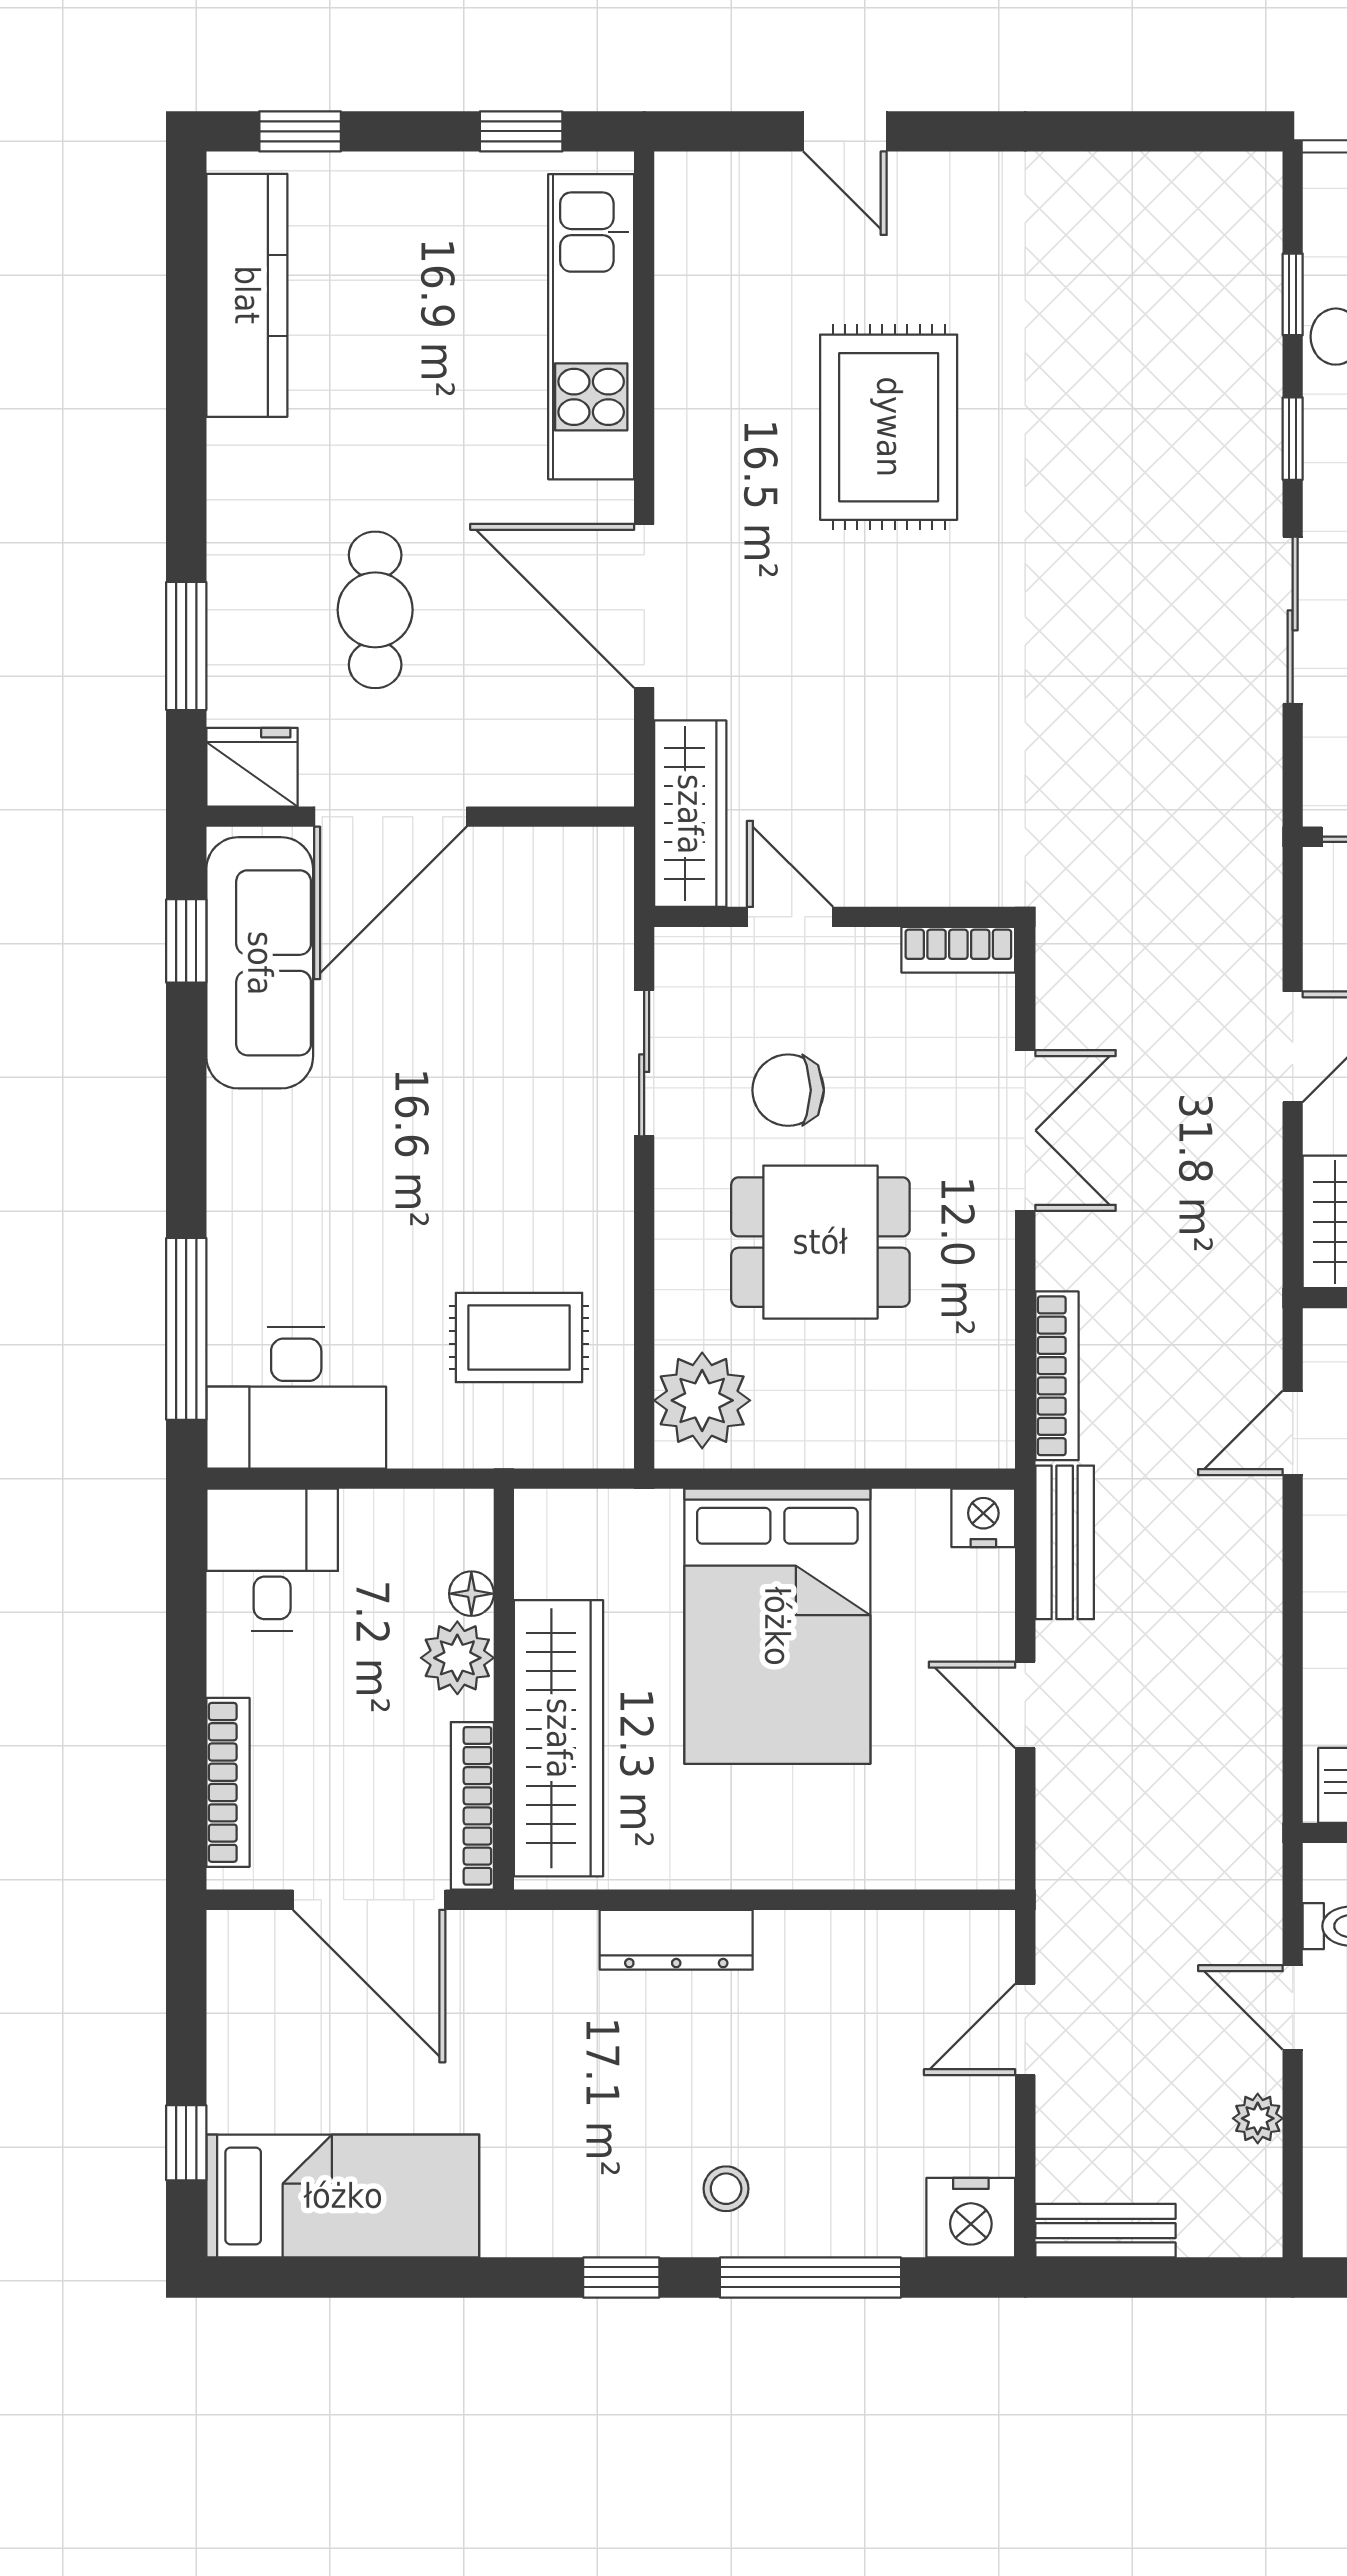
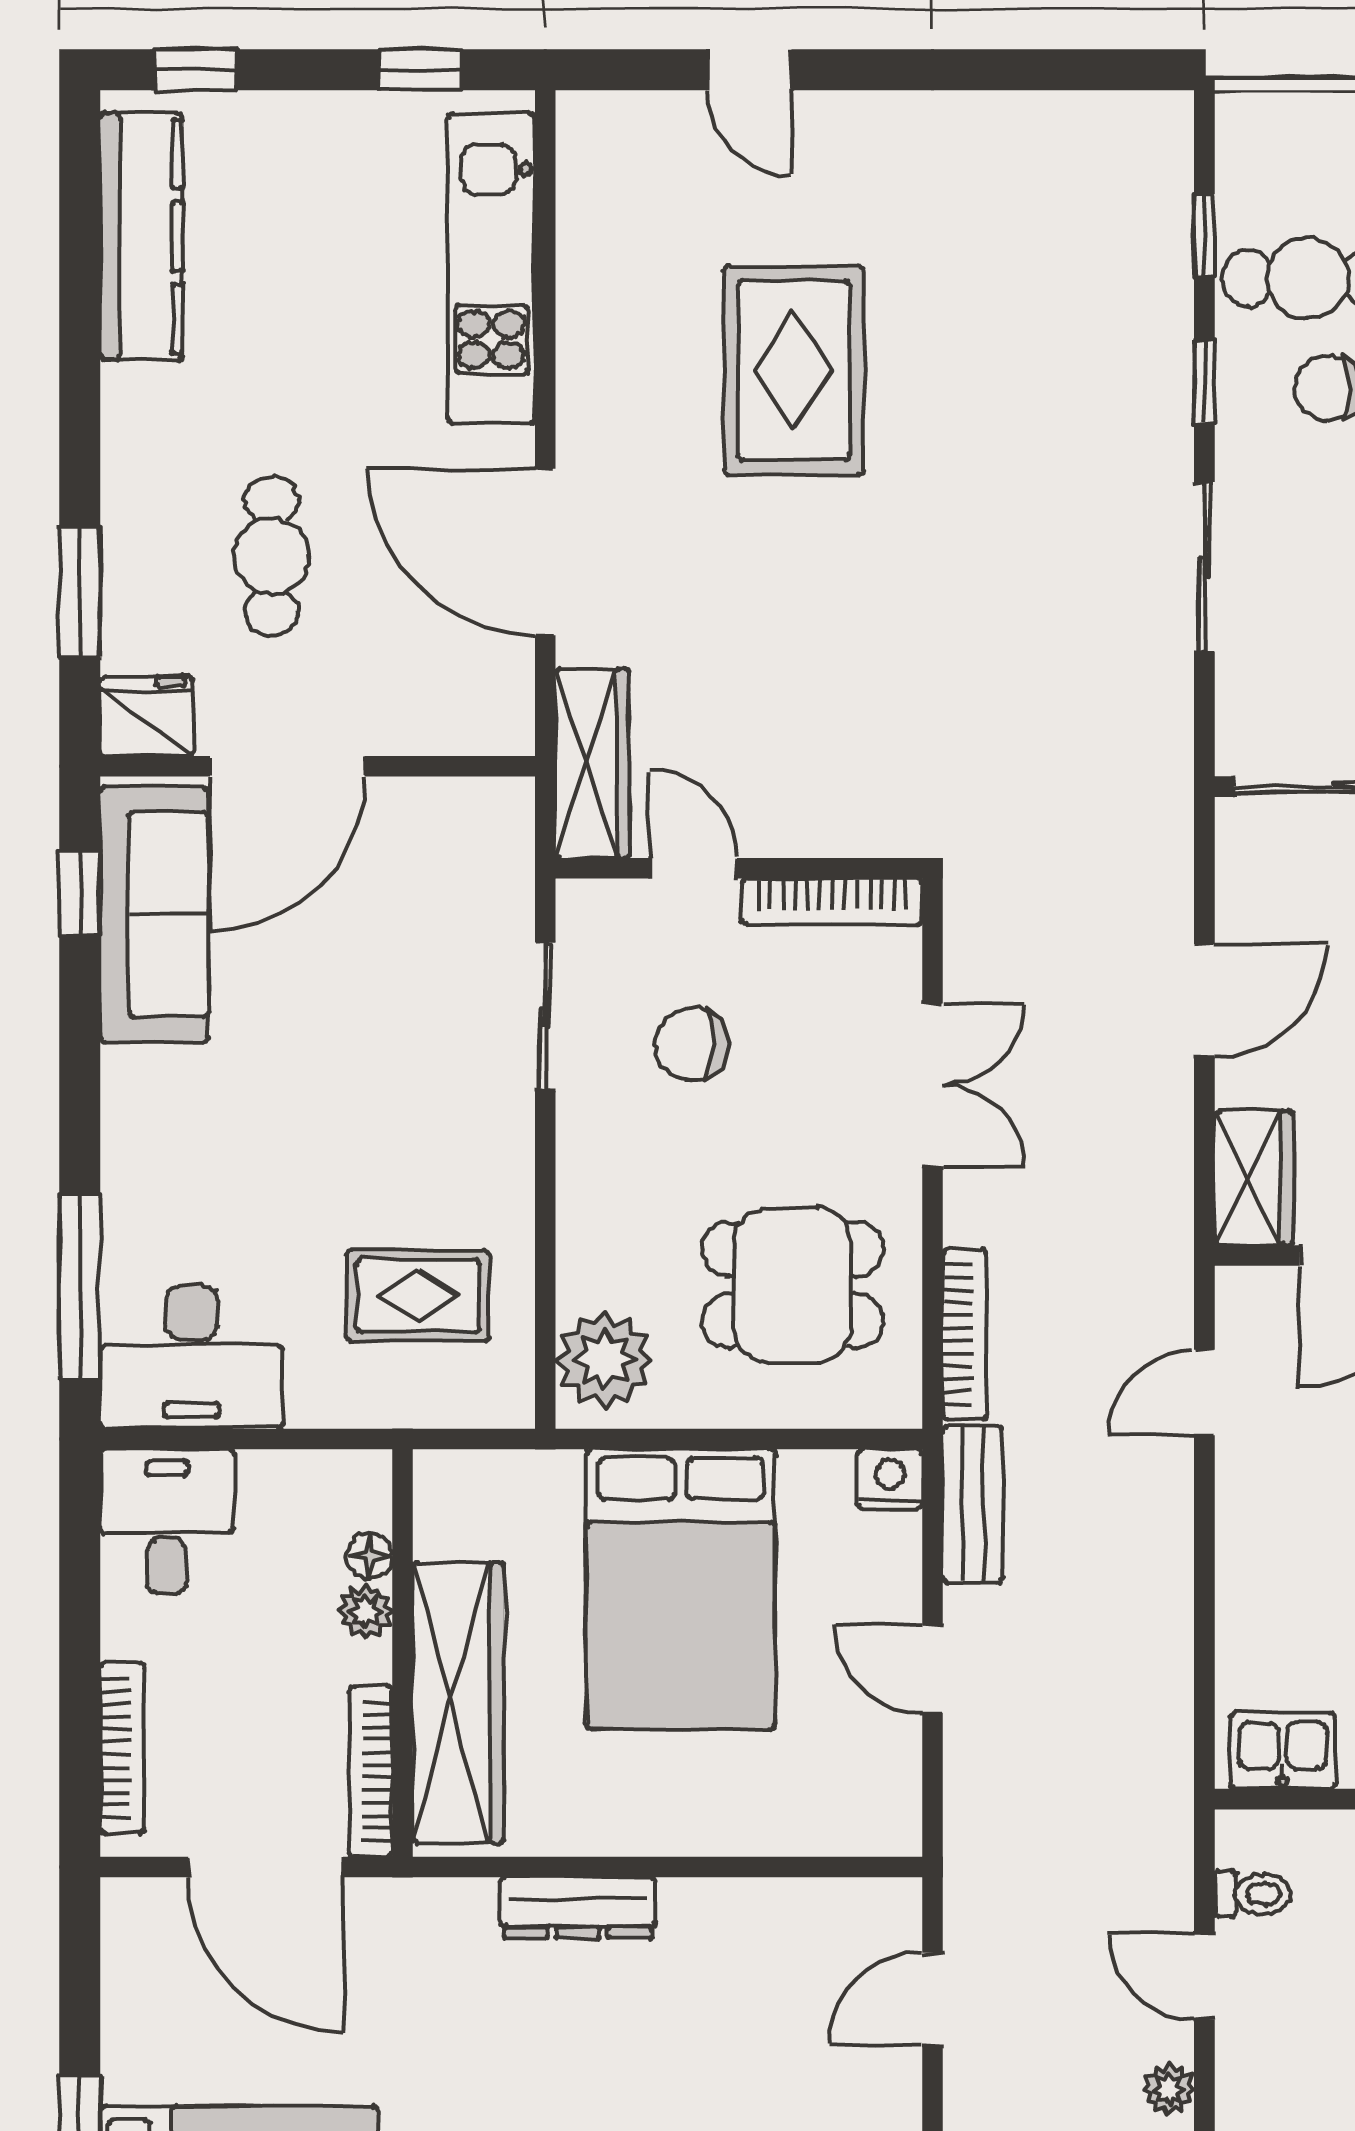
bookcase: (958, 950) -> (832, 902), width x1.56
dining table: (820, 1242) -> (793, 1285), moved
plant: (457, 1658) -> (365, 1611), width x0.73, depth x0.73

